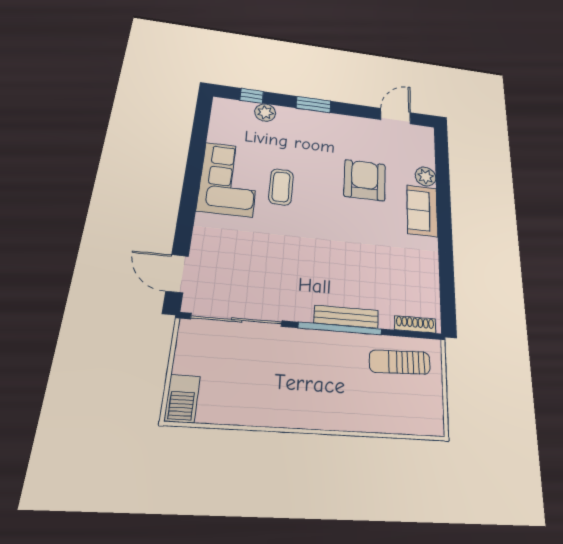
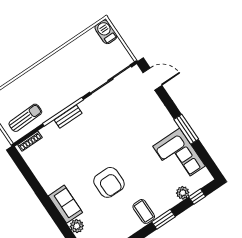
window: (193, 176) -> (186, 129), added
corner sofa: (229, 179) -> (179, 156), moved
armchair: (365, 180) -> (109, 182), moved
coffee table: (281, 187) -> (144, 211), moved
bench: (346, 317) -> (68, 117), width x0.73

